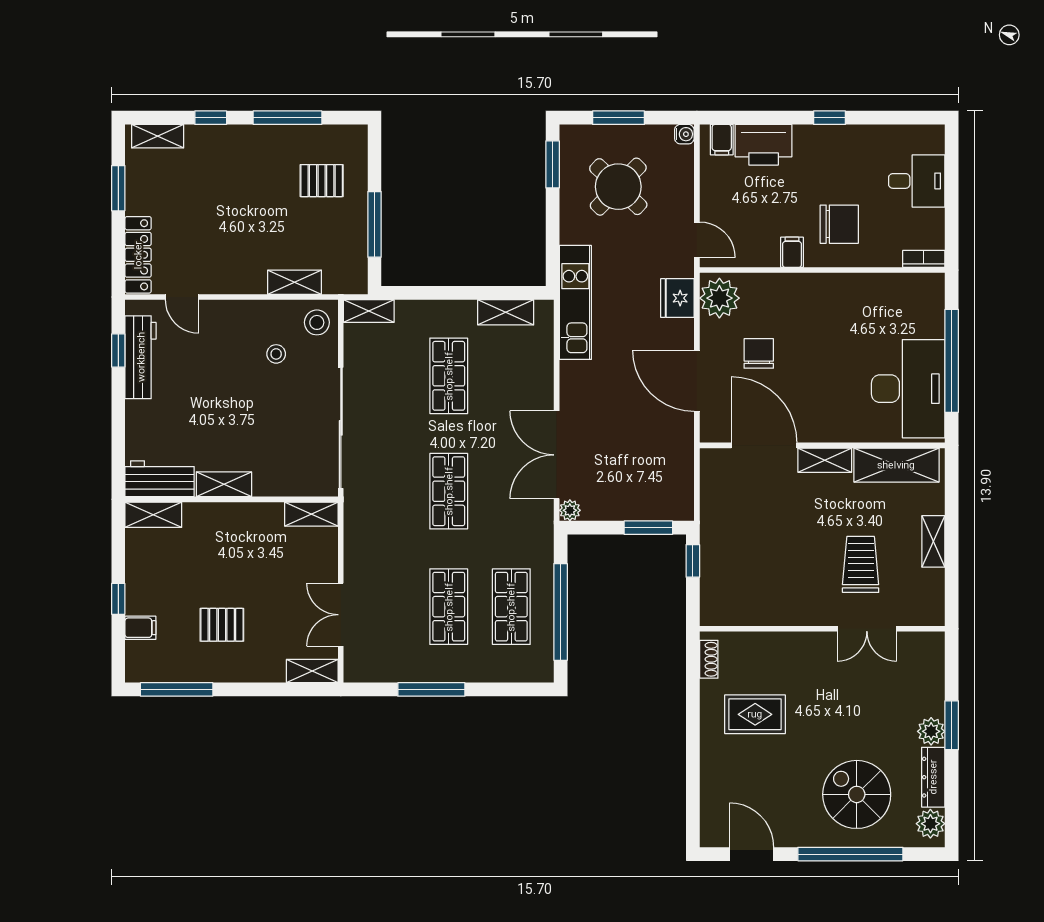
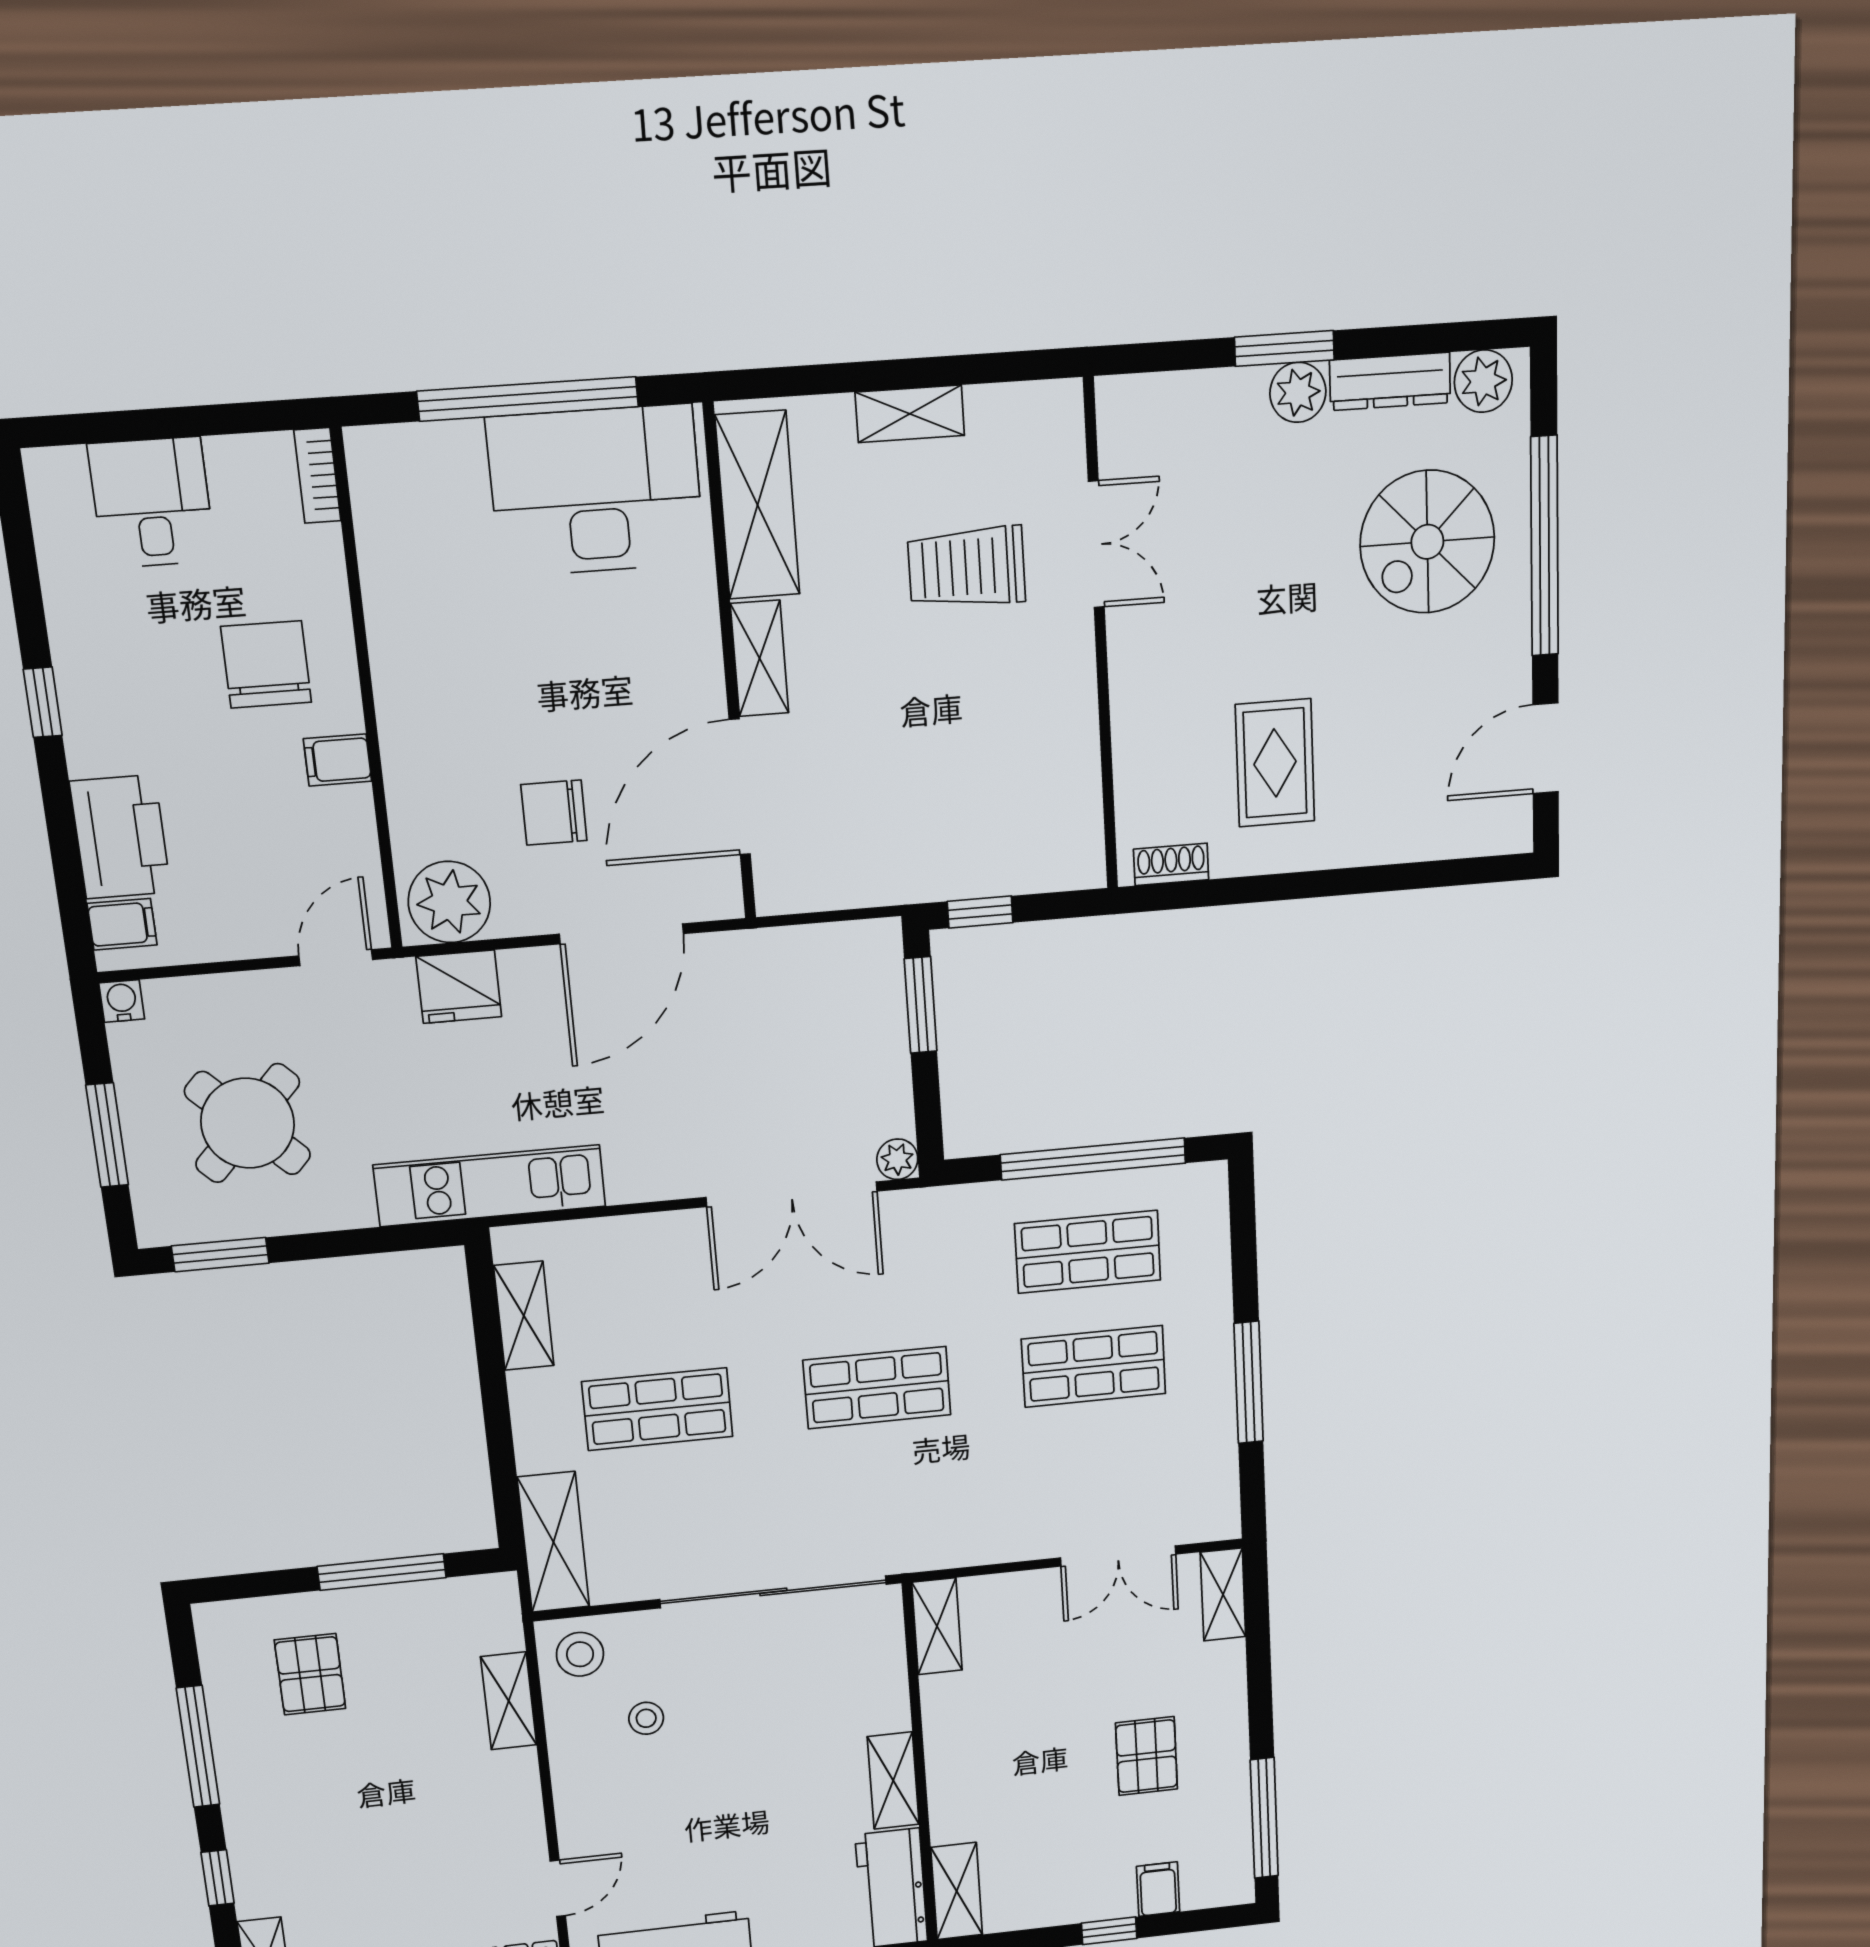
shelving: (369, 311) -> (553, 1542), width x1.50, depth x1.33

